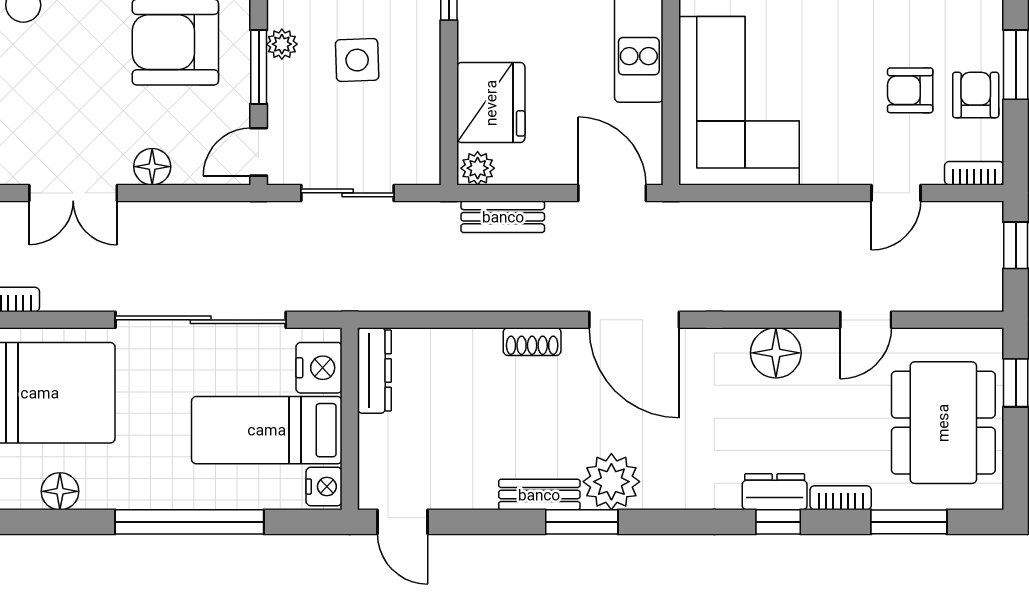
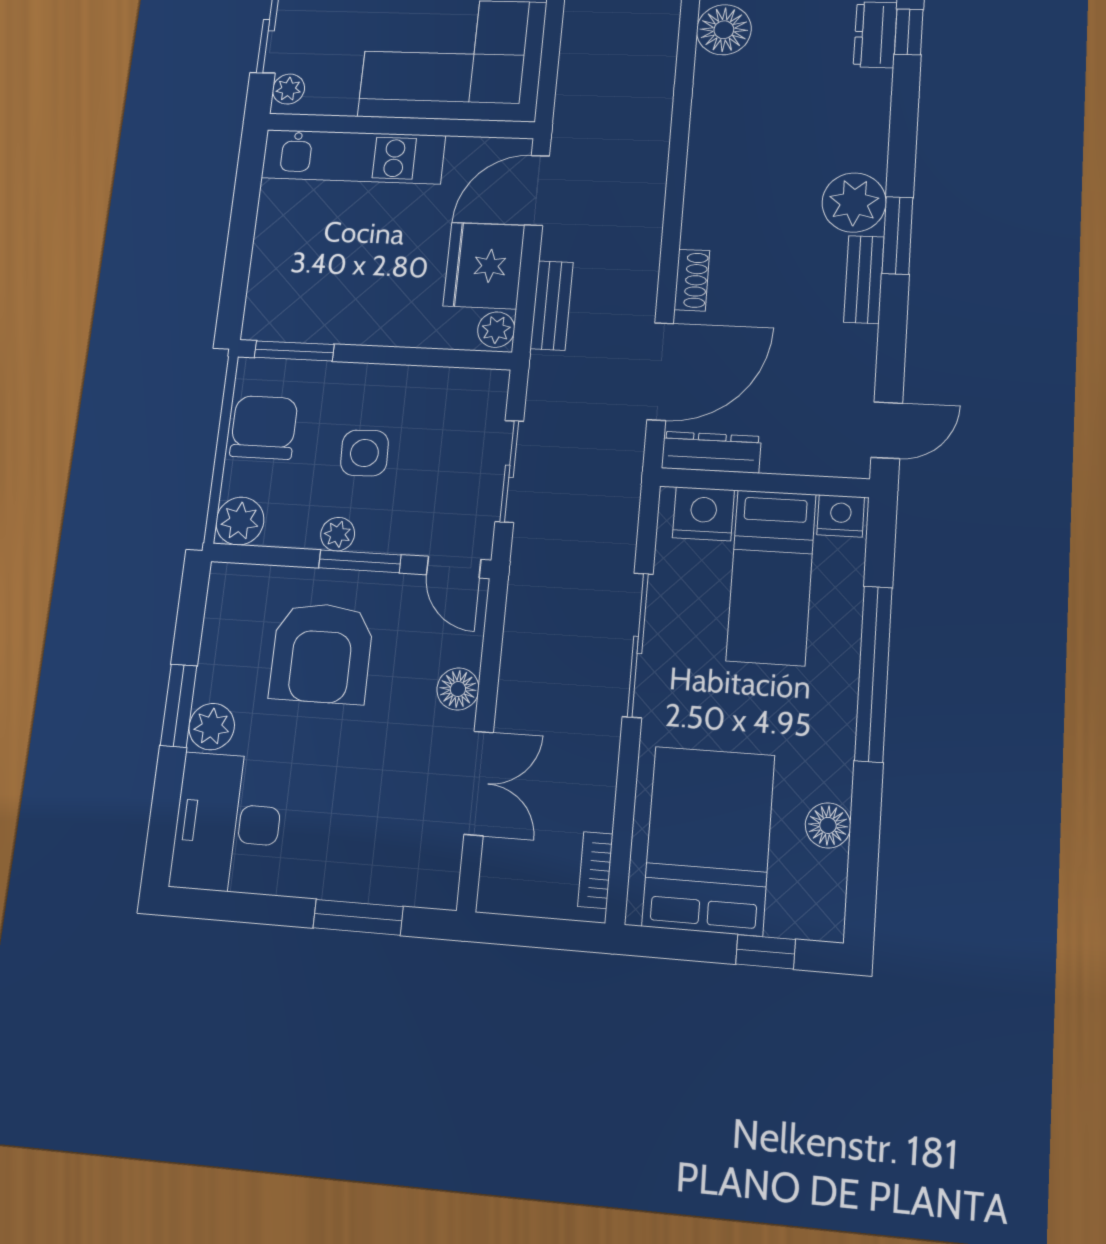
fridge: (491, 103) -> (484, 266), moved, turned -90
sliding door: (201, 320) -> (638, 645), width x0.73
door: (634, 320) -> (660, 371), moved

